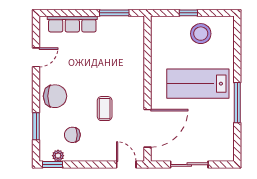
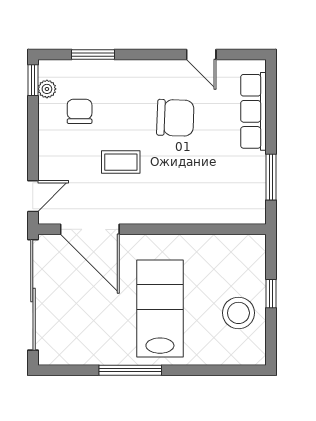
chair: (55, 96) -> (175, 118), moved, turned -88
sliding door: (189, 165) -> (33, 295), width x1.86

